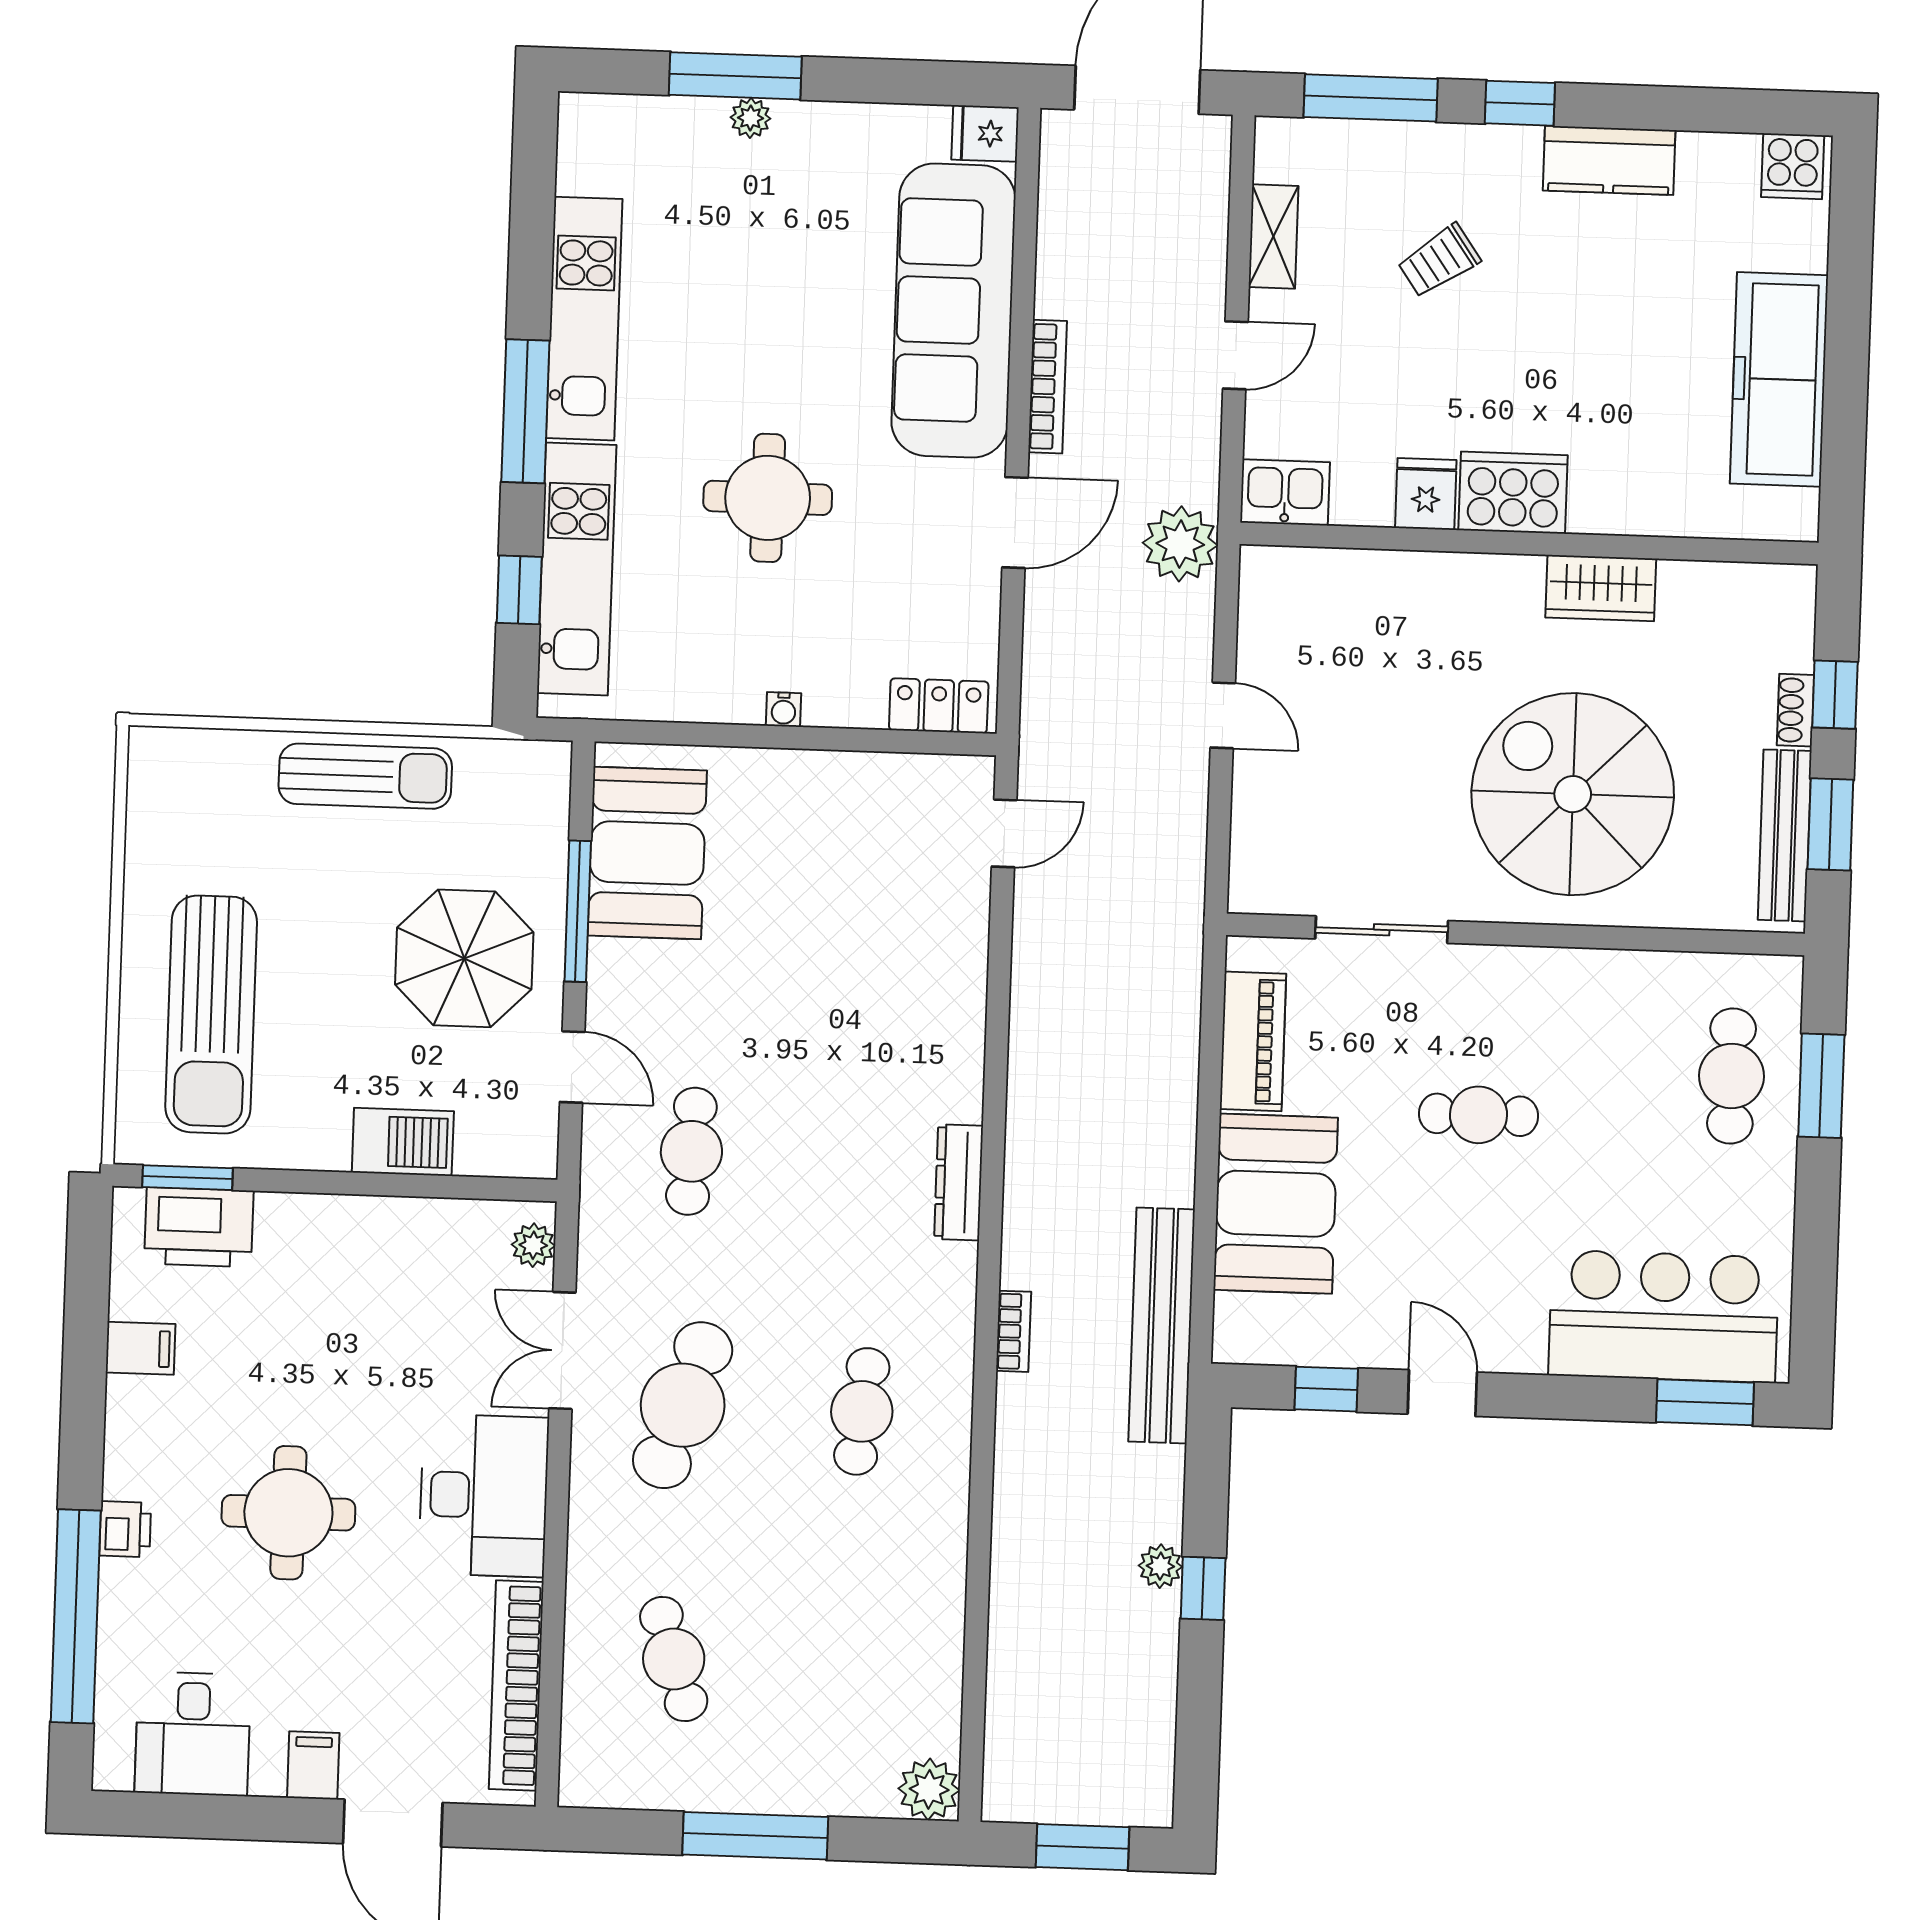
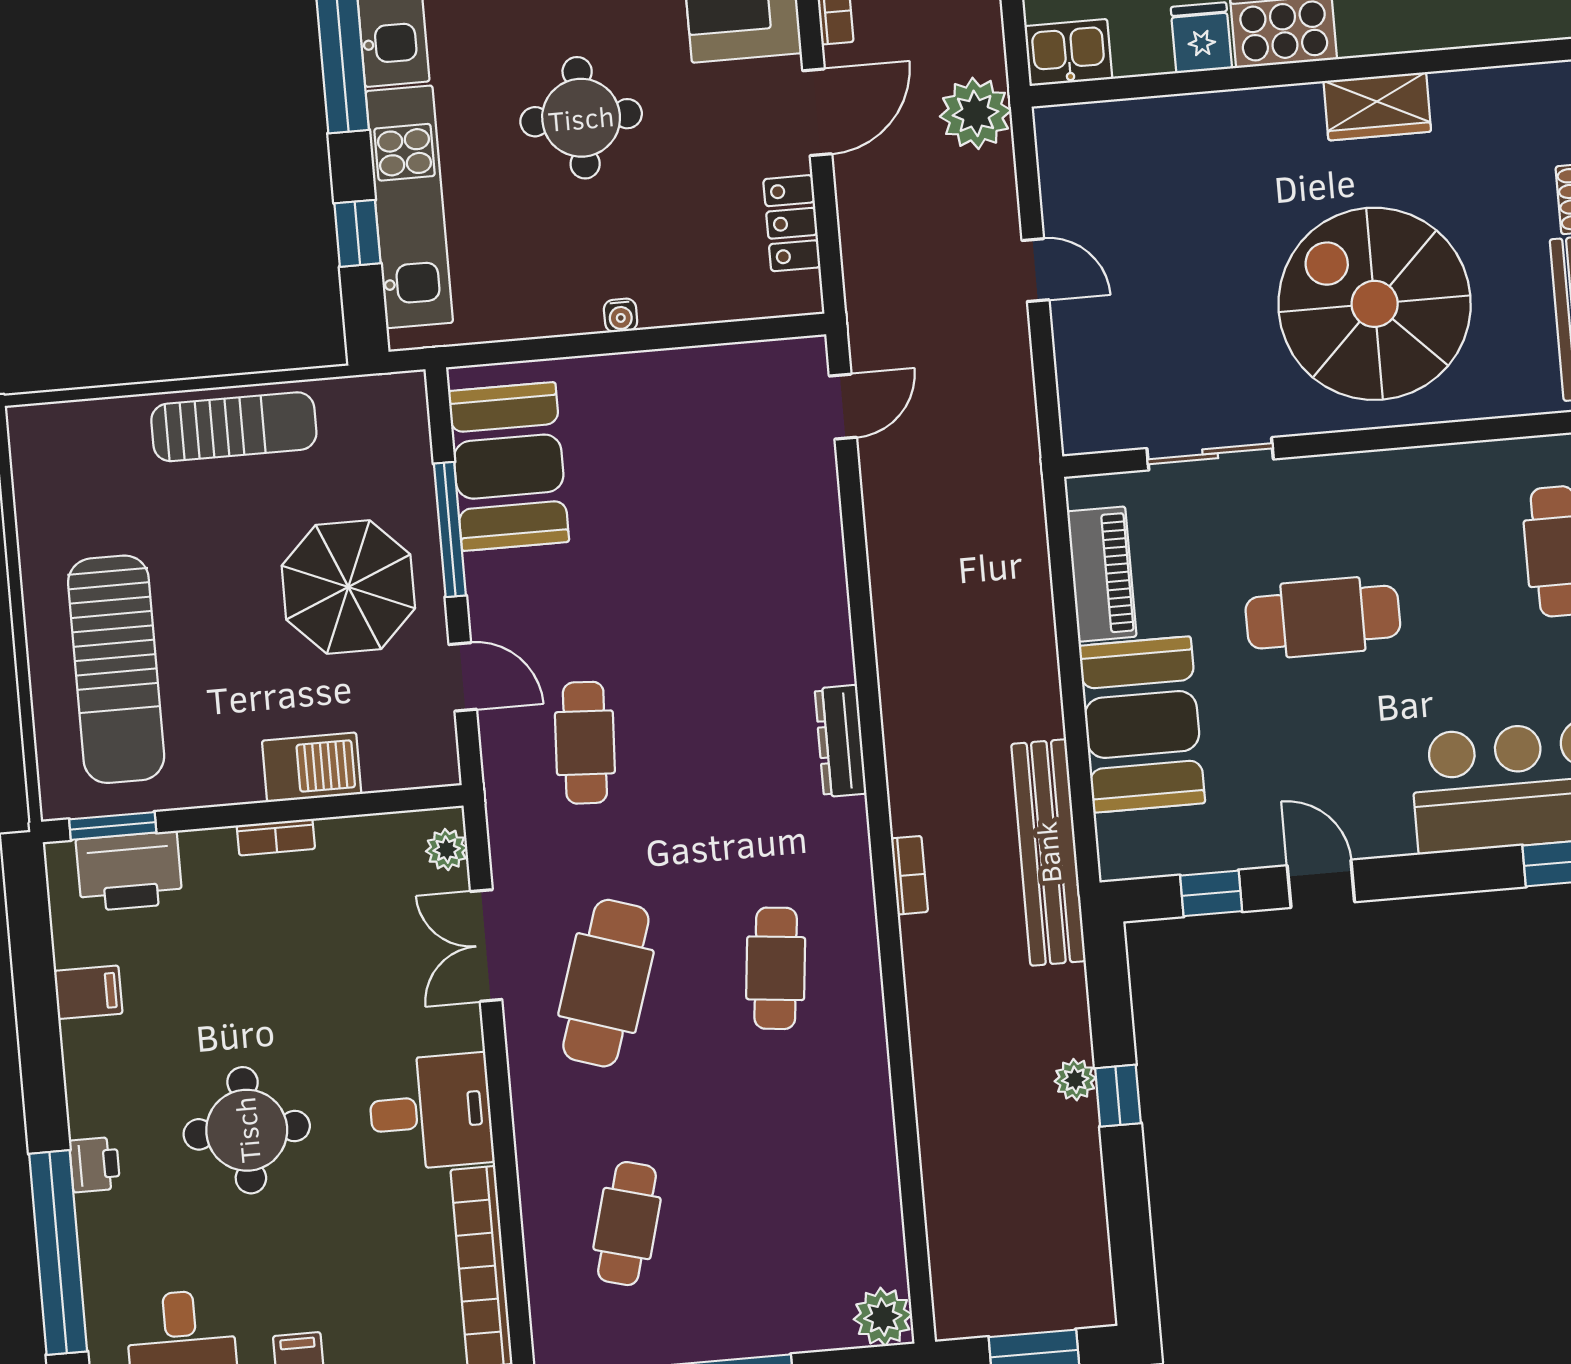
locker: (939, 706) -> (792, 223), moved, turned -90
cafe table: (1479, 1115) -> (1323, 617), width x1.37, depth x1.35
bookcase: (356, 1210) -> (276, 837), added
desk: (484, 1495) -> (431, 1112), width x0.73
cafe table: (674, 1659) -> (627, 1224), turned 33

